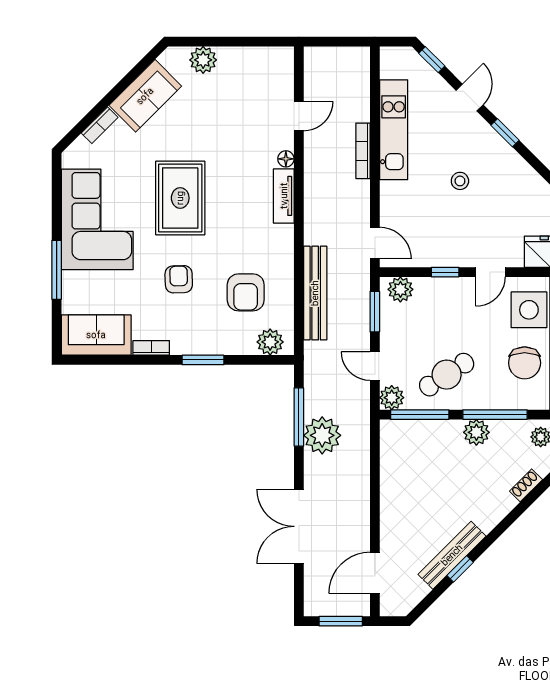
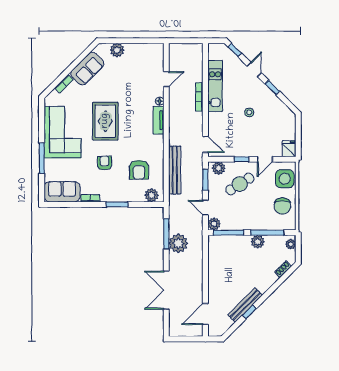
cafe table: (447, 375) -> (240, 184), moved
window: (341, 621) -> (188, 339), removed

